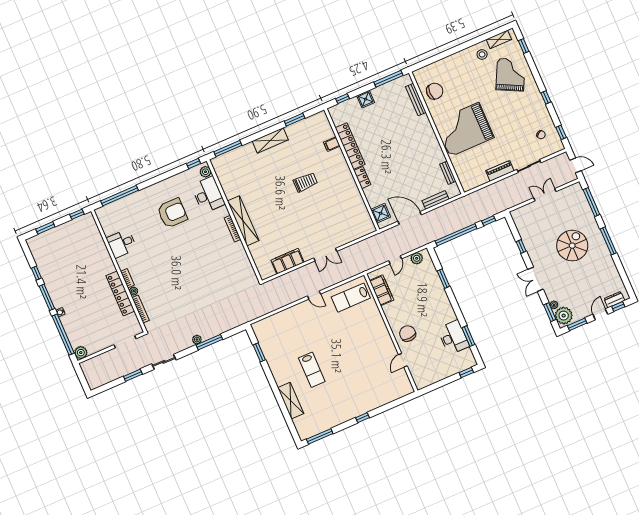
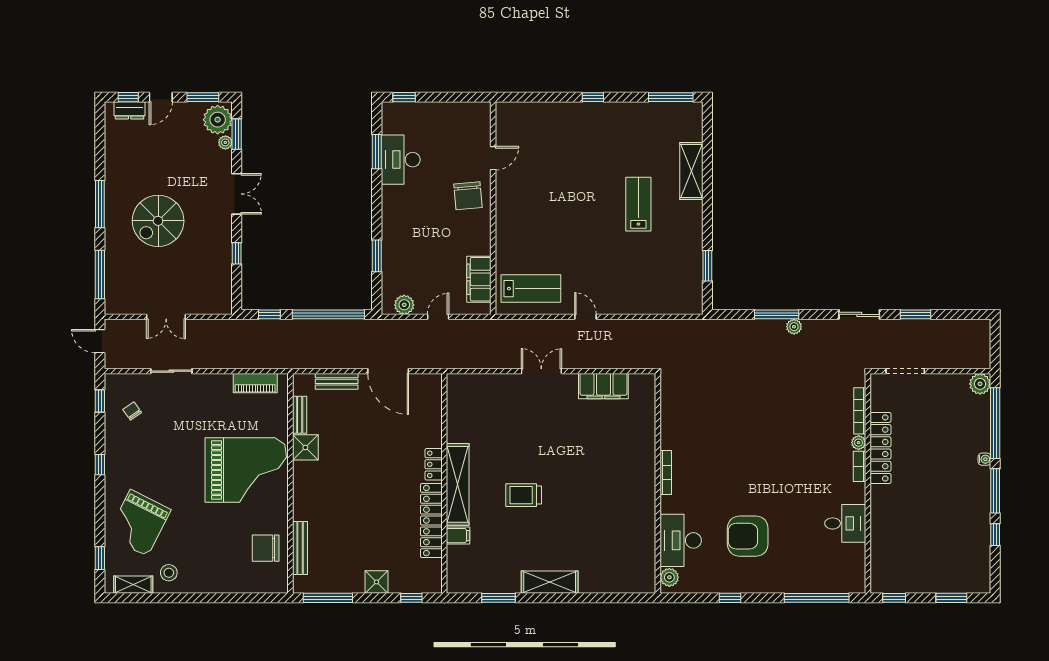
window: (228, 149) -> (620, 598), removed
window: (194, 163) -> (730, 598), moved
piano: (500, 171) -> (255, 383), moved
shower: (381, 213) -> (305, 447), moved
shelving: (243, 221) -> (458, 484), moved

